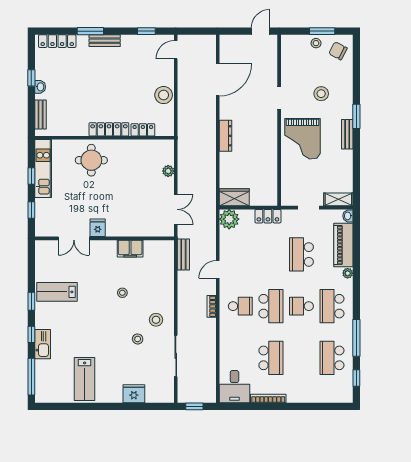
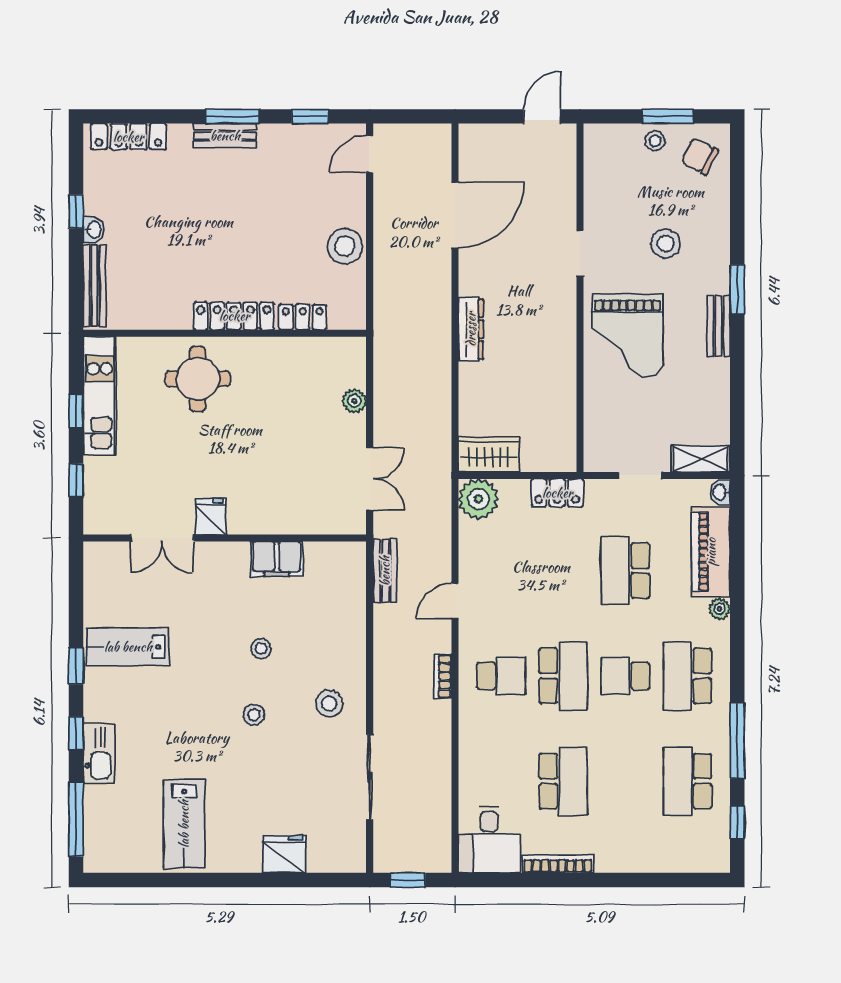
window: (90, 31) -> (233, 116), moved
bench: (41, 114) -> (94, 286), width x1.36
stool: (138, 339) -> (254, 715), moved

